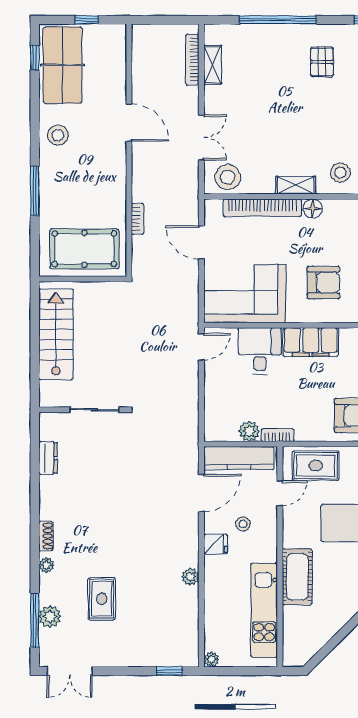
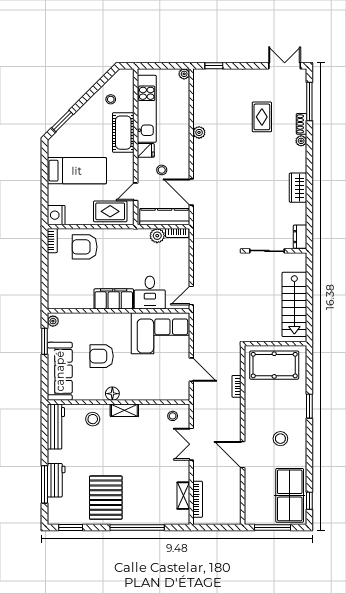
window: (87, 20) -> (273, 527), width x2.17
pallet: (322, 62) -> (106, 498), width x2.05, depth x2.00
stool: (58, 135) -> (280, 439), moved
stool: (228, 177) -> (173, 416), width x0.53, depth x0.53
window: (35, 191) -> (309, 406), width x0.69
bookcase: (262, 208) -> (148, 394), removed
armchair: (323, 282) -> (102, 356), moved
bookcase: (278, 435) -> (177, 233), moved
dresser: (48, 458) -> (300, 237), moved
door: (201, 493) -> (191, 192), hinge flipped
wardrobe: (51, 499) -> (298, 188), added
shoe rack: (46, 536) -> (301, 124), moved
fridge: (216, 544) -> (146, 150), moved, turned 180
plant: (50, 616) -> (299, 104), removed
stool: (315, 624) -> (111, 99), added

